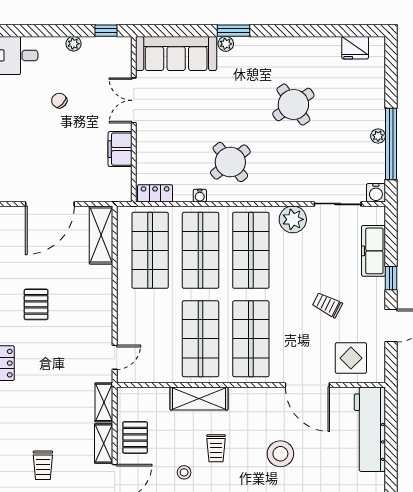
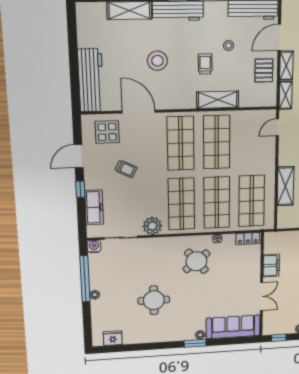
round table: (293, 104) -> (154, 300), turned 35
plant: (378, 136) -> (95, 295), moved
shelving: (101, 235) -> (285, 186), moved

